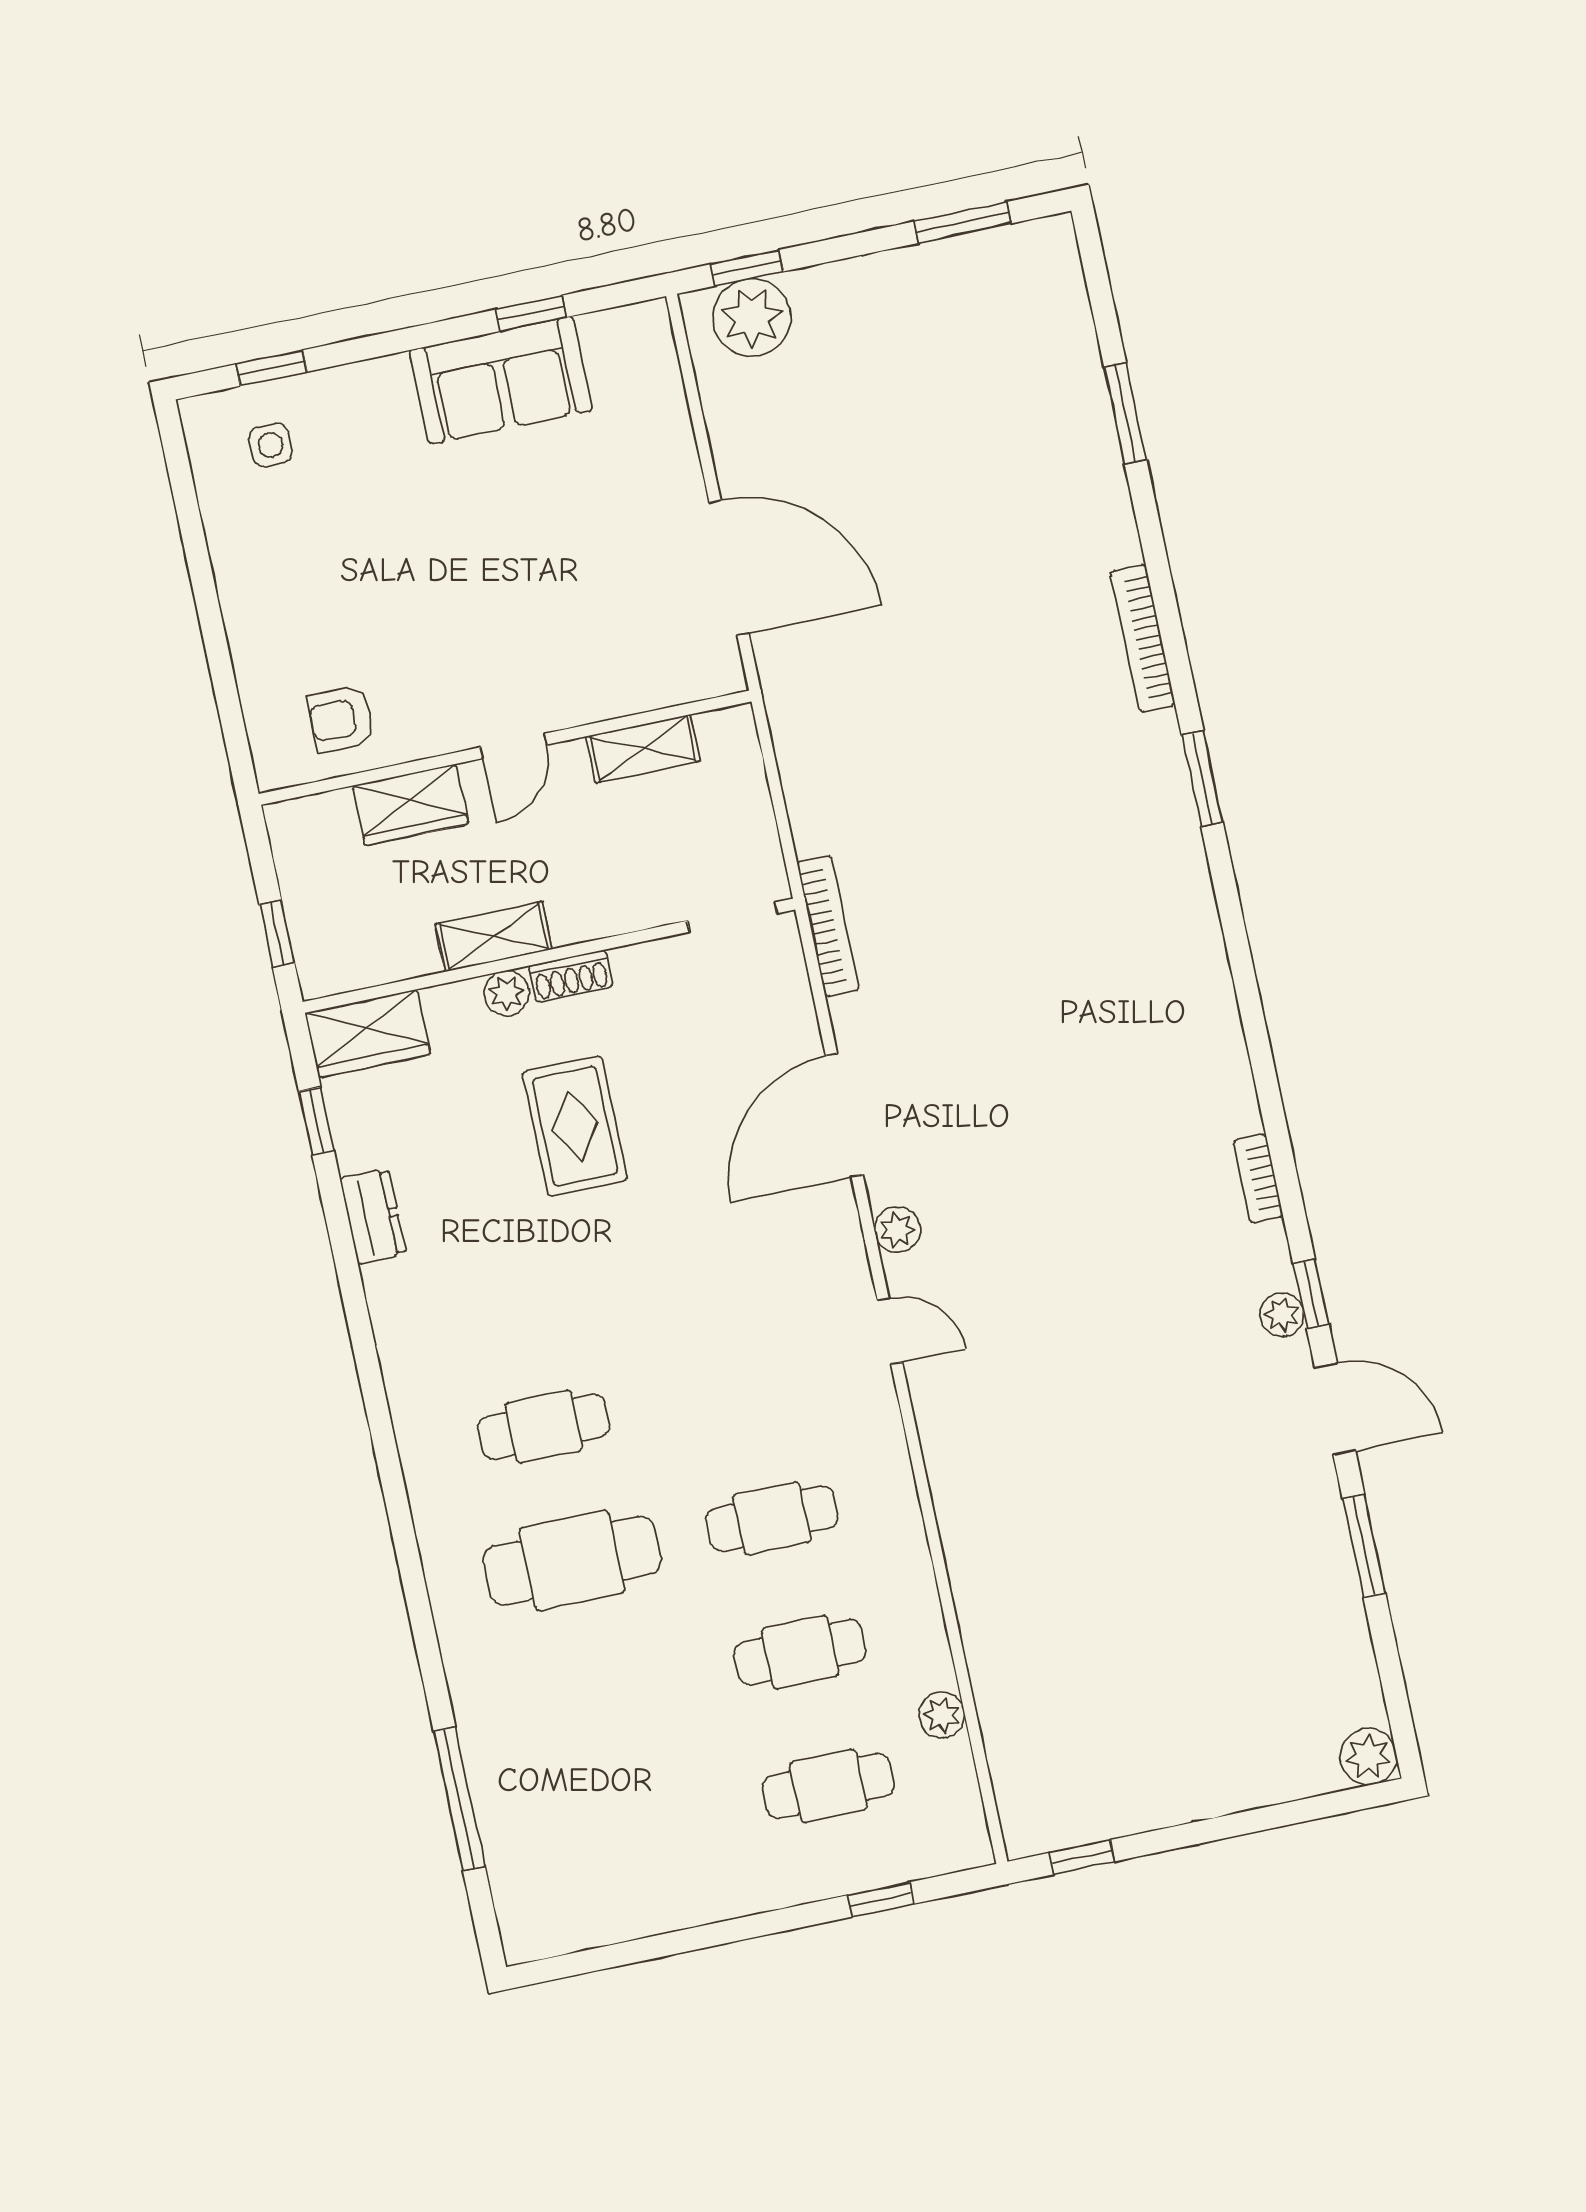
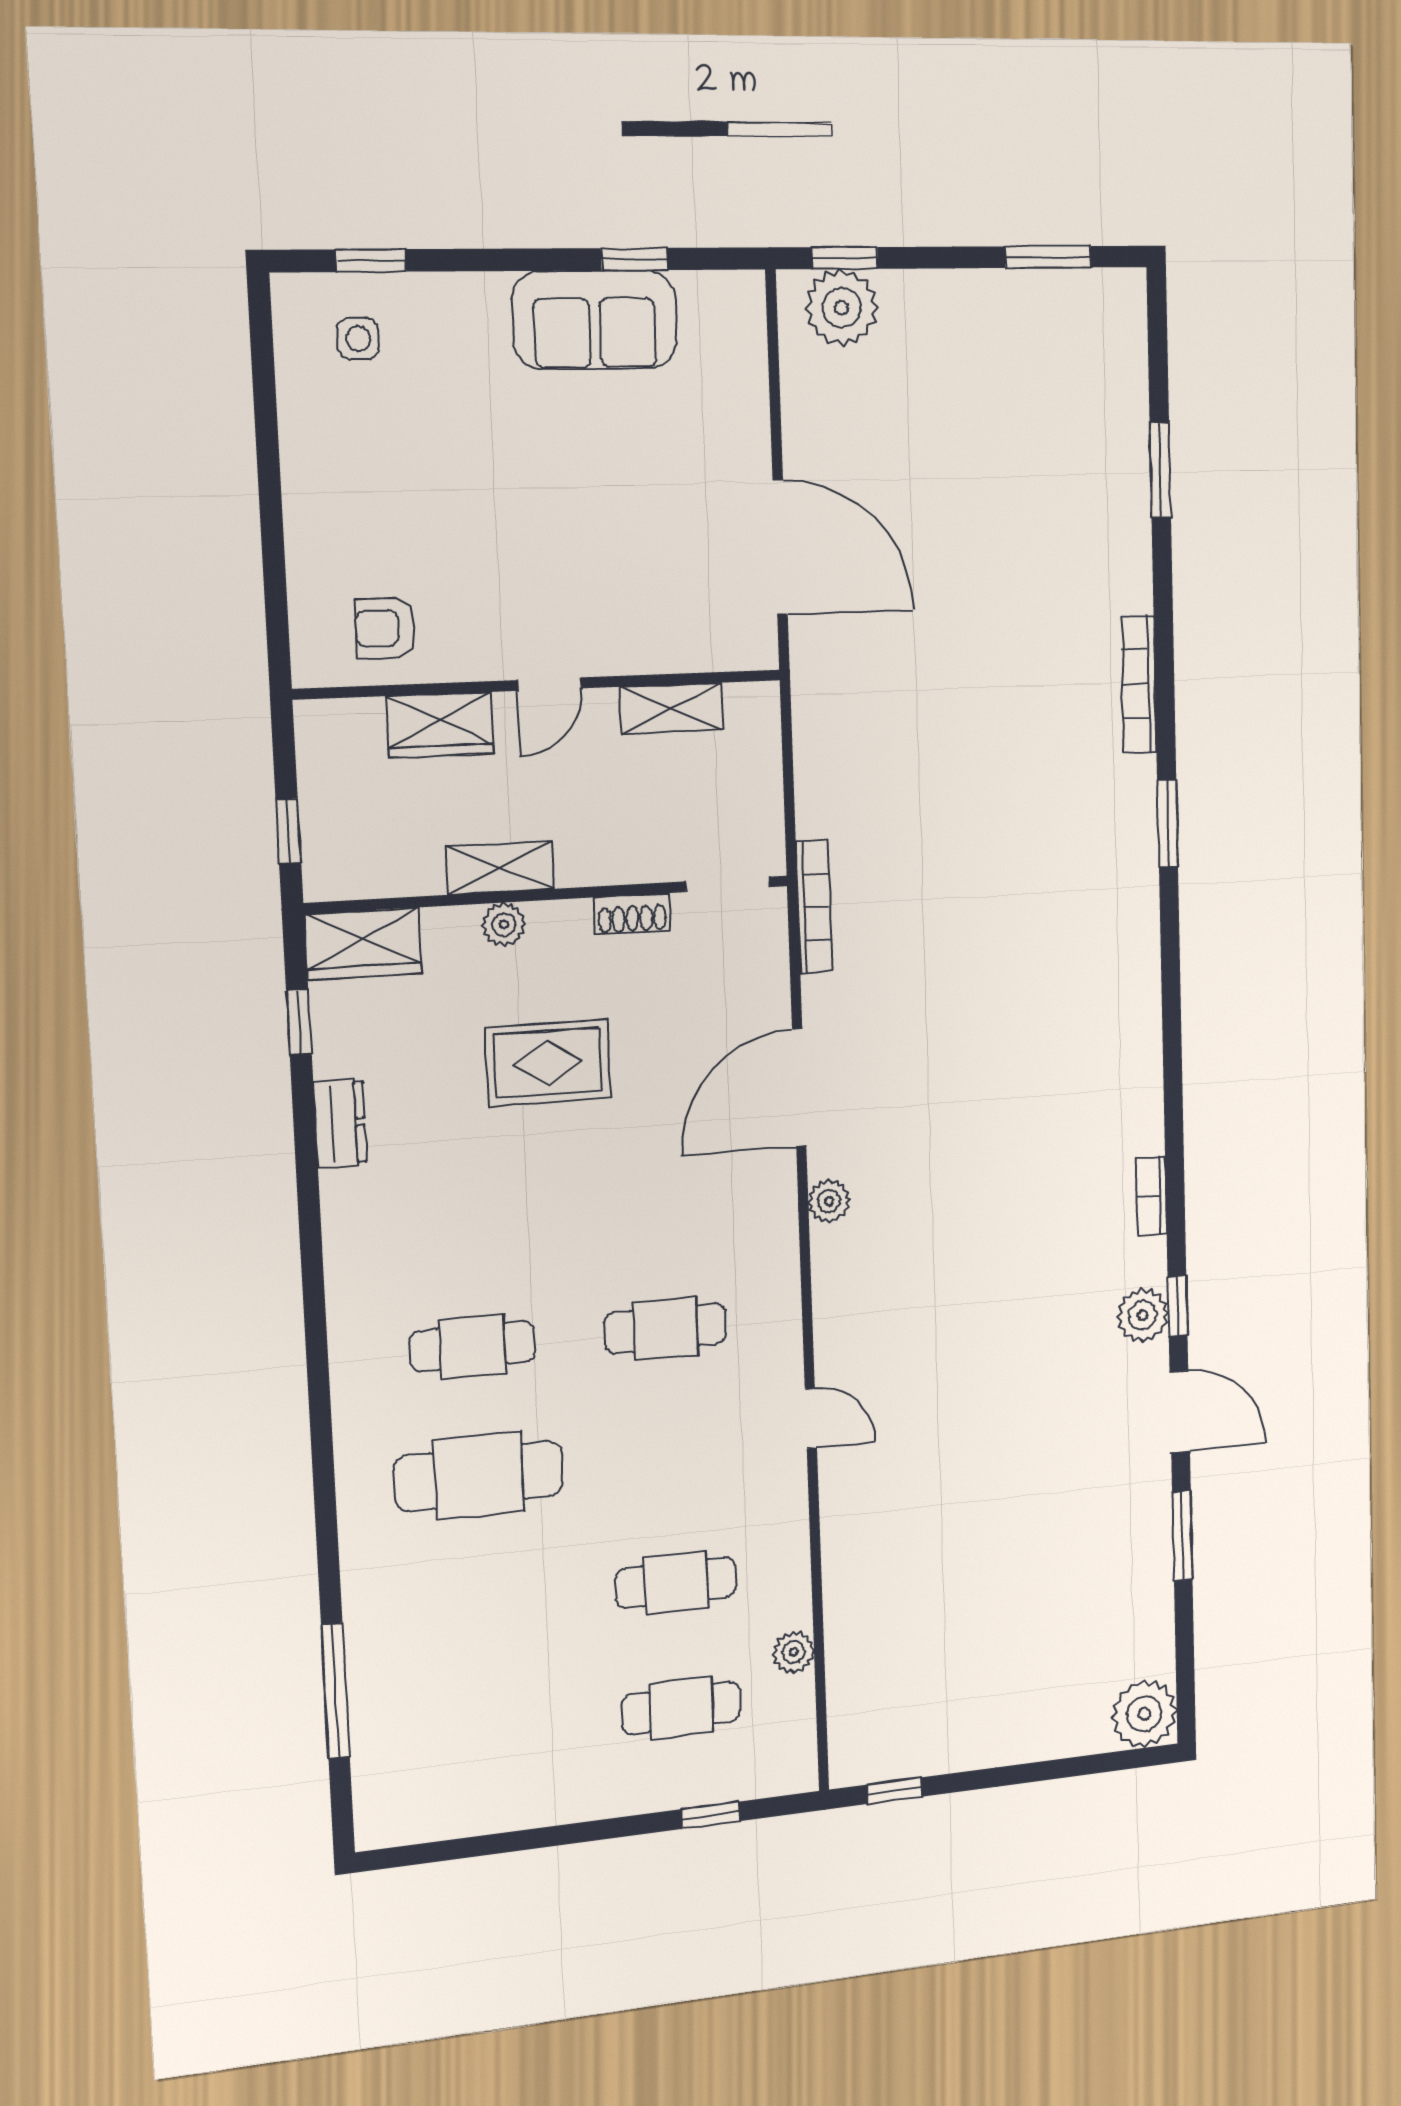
shoe rack: (571, 976) -> (632, 914), moved
rug: (575, 1126) -> (548, 1063), turned 90
plant: (1282, 1315) -> (1143, 1315), width x1.38, depth x1.38
door: (890, 1331) -> (811, 1418), moved
cafe table: (772, 1518) -> (666, 1328), moved
plant: (1368, 1757) -> (1144, 1714), width x1.36, depth x1.36

